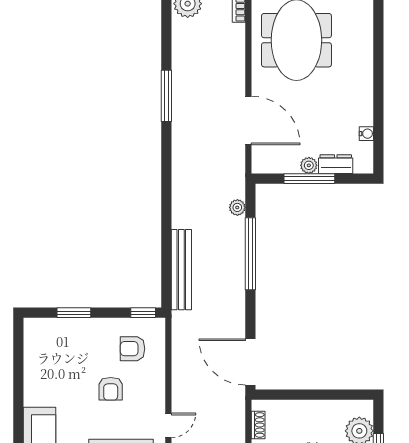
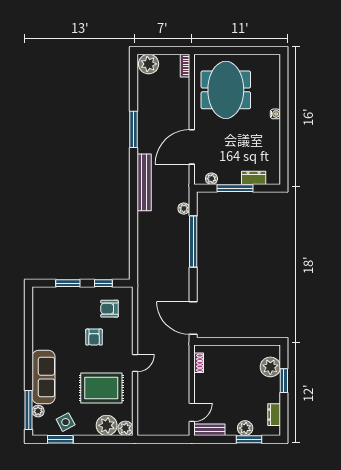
door: (248, 120) -> (192, 147), swing flipped
water cooler: (366, 134) -> (275, 114), moved
plant: (309, 165) -> (211, 179), moved
bench: (181, 270) -> (144, 182), moved
window: (143, 313) -> (103, 283), moved

